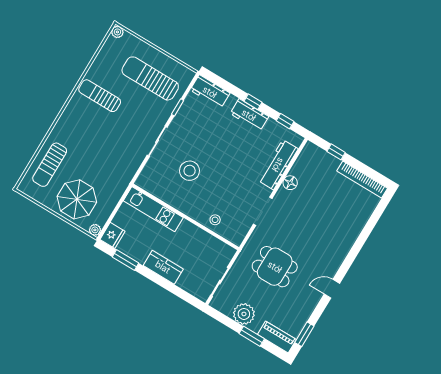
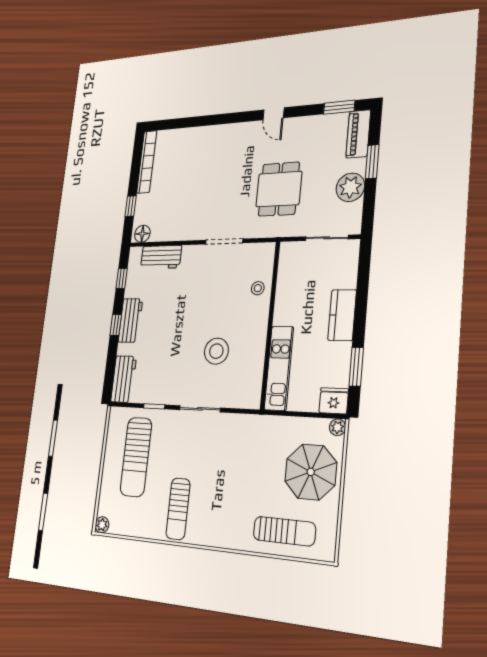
workbench: (278, 165) -> (161, 257), width x0.73
floor lamp: (290, 183) -> (142, 234), moved

